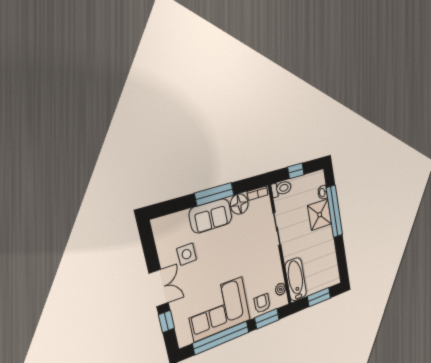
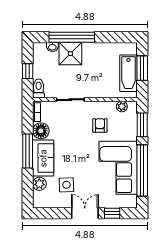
plant: (180, 220) -> (39, 184), added
bathtub: (296, 279) -> (128, 73), moved, turned -90
armchair: (262, 303) -> (100, 125), moved, turned 90

